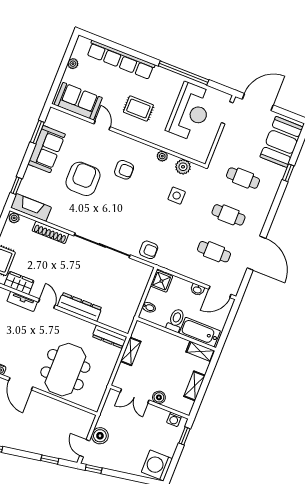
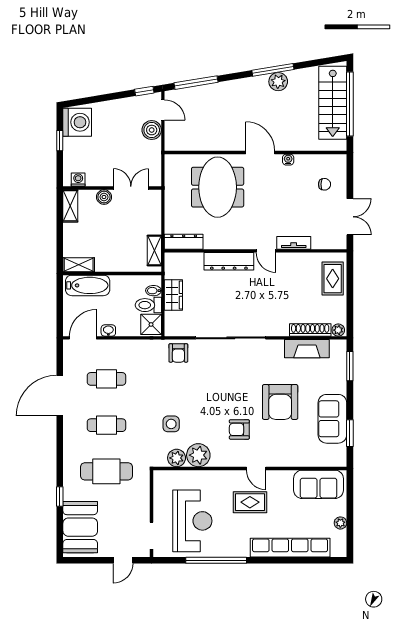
door: (258, 102) -> (123, 560), width x0.53
reception desk: (190, 112) -> (192, 521), turned 180
door: (102, 125) -> (256, 468), moved
plant: (162, 156) -> (198, 455), width x1.88, depth x1.88
cafe table: (243, 178) -> (106, 471), width x1.37, depth x1.35
window: (16, 186) -> (350, 366), width x1.50
fireplace: (31, 207) -> (307, 349), moved
shoe rack: (50, 232) -> (310, 330), moved
armchair: (149, 250) -> (178, 353), turned -90
door: (256, 253) -> (60, 396), hinge flipped
wardrobe: (19, 283) -> (173, 295), moved, turned -90
toilet: (176, 320) -> (148, 305), moved, turned 90
shelving: (131, 351) -> (154, 251), moved
shelving: (194, 386) -> (70, 206), moved
window: (184, 436) -> (60, 141), moved
window: (50, 460) -> (196, 83), width x2.17

